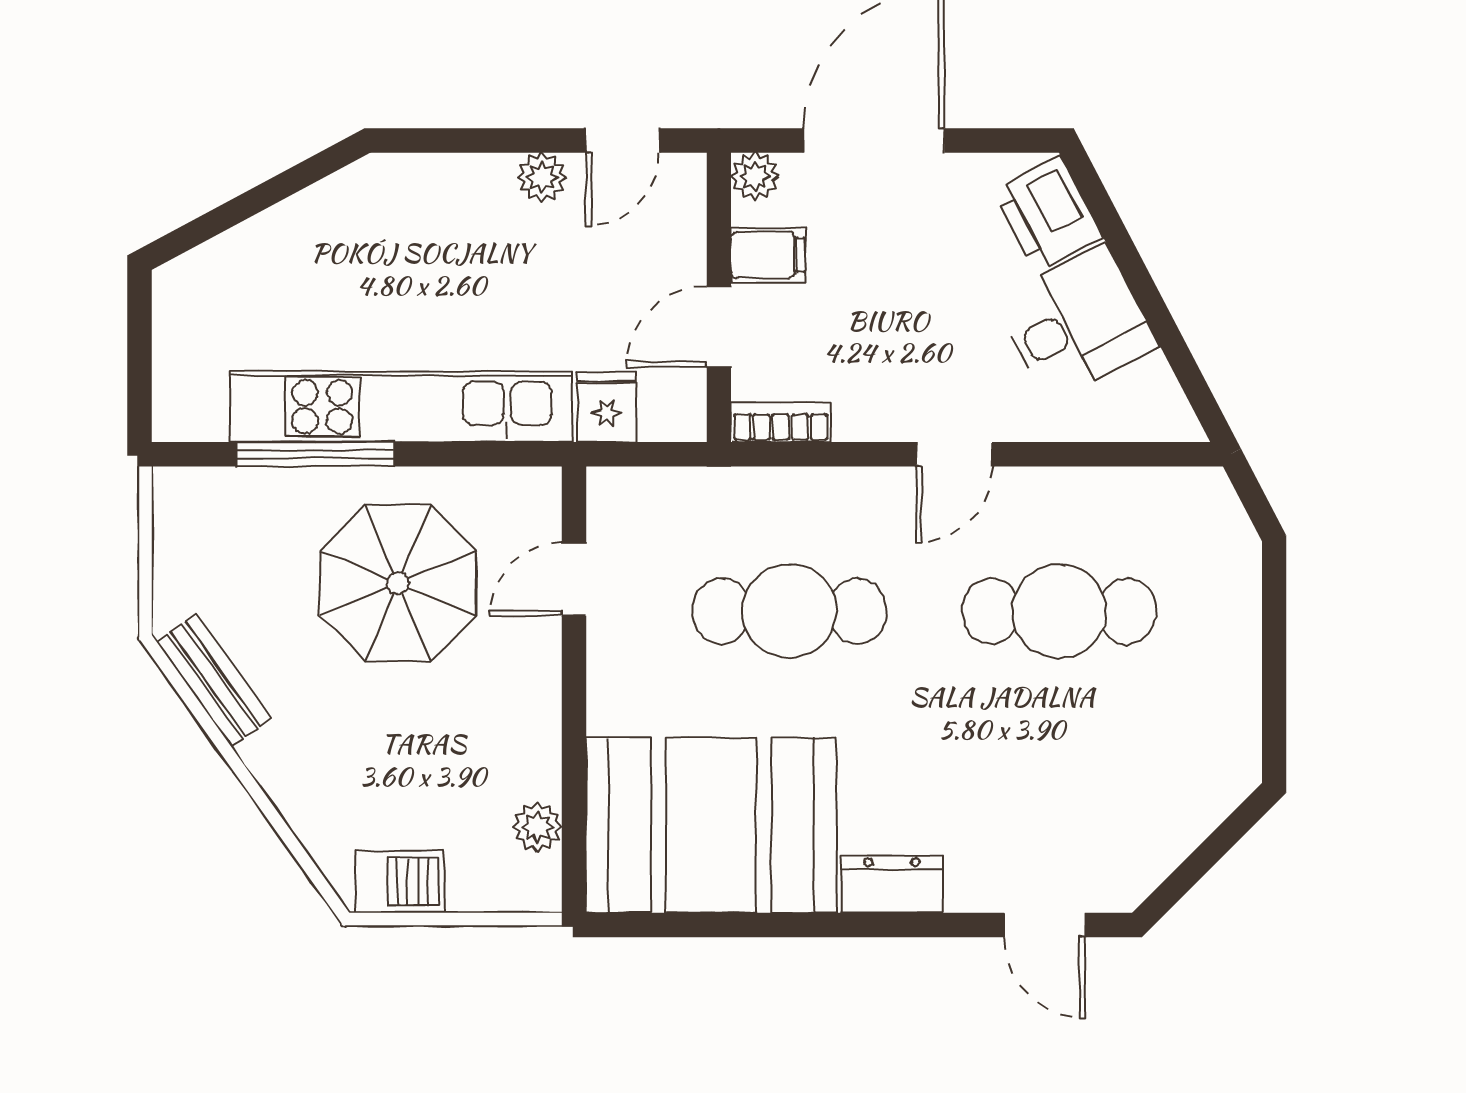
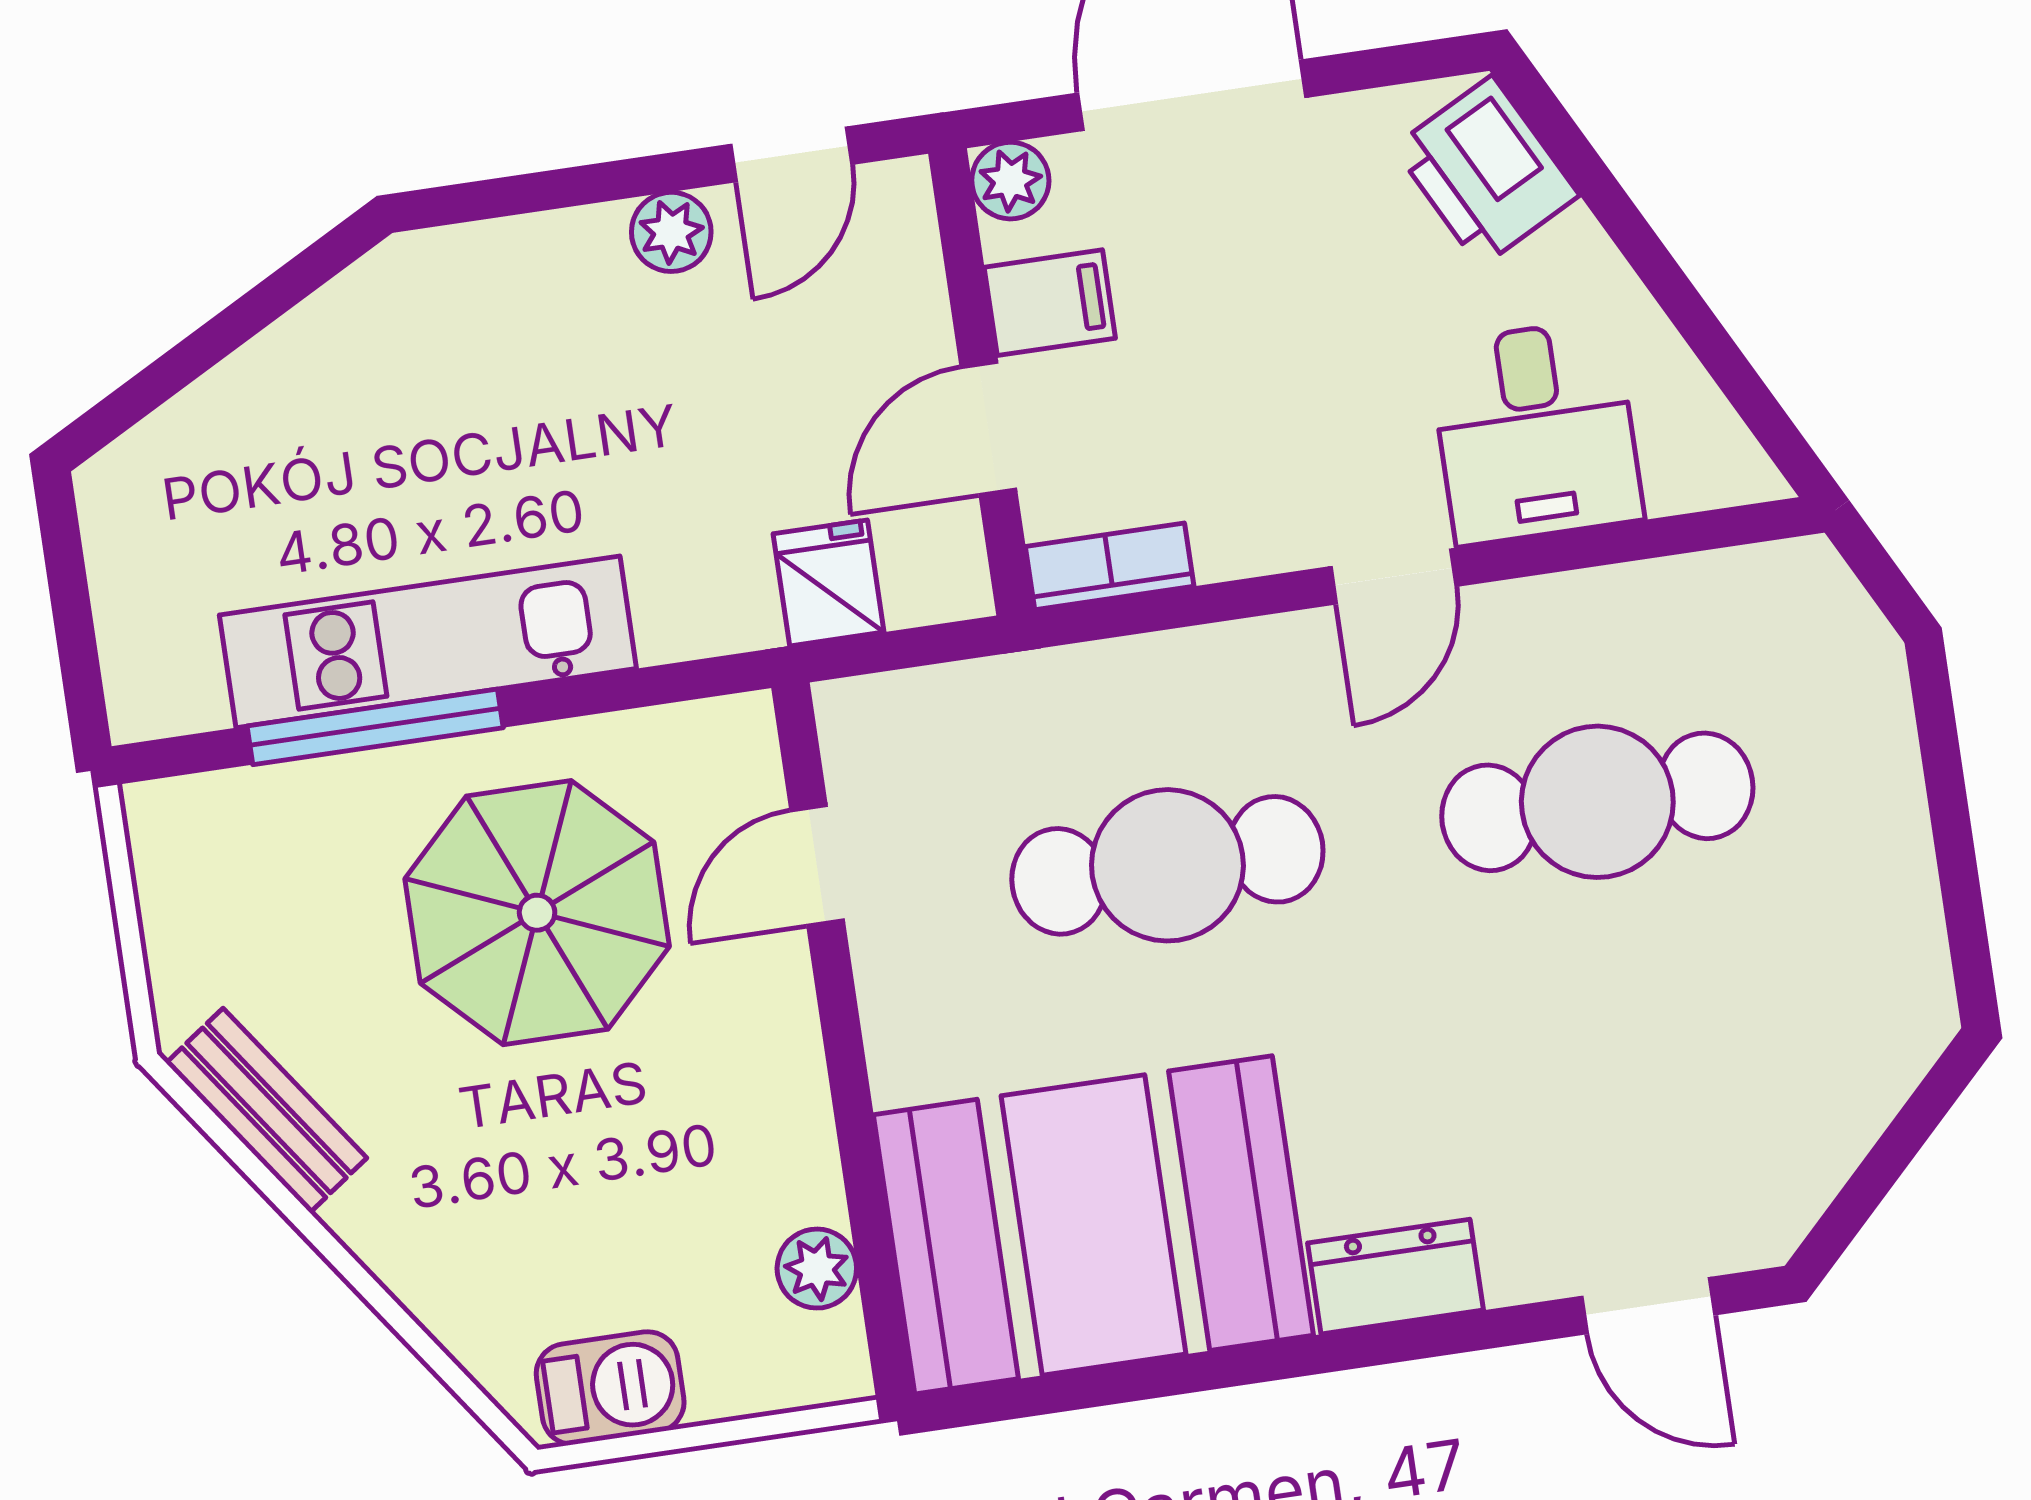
desk: (1076, 323) -> (1536, 432), moved, turned 118
kitchen unit: (401, 407) -> (428, 642), width x0.73

